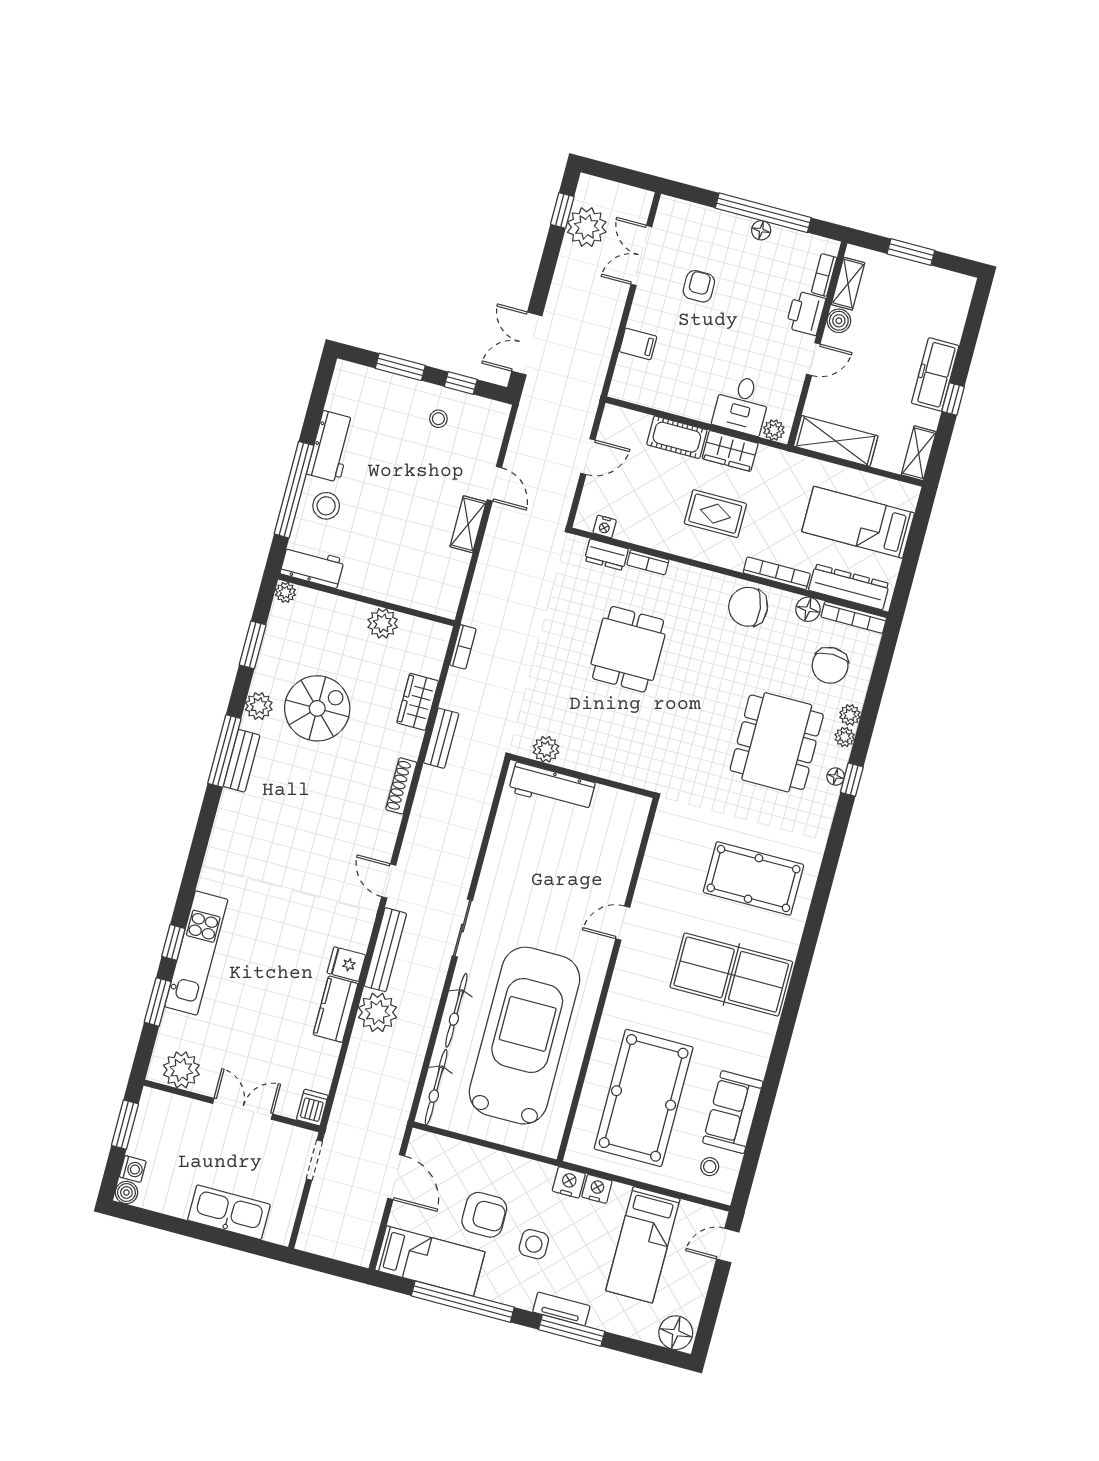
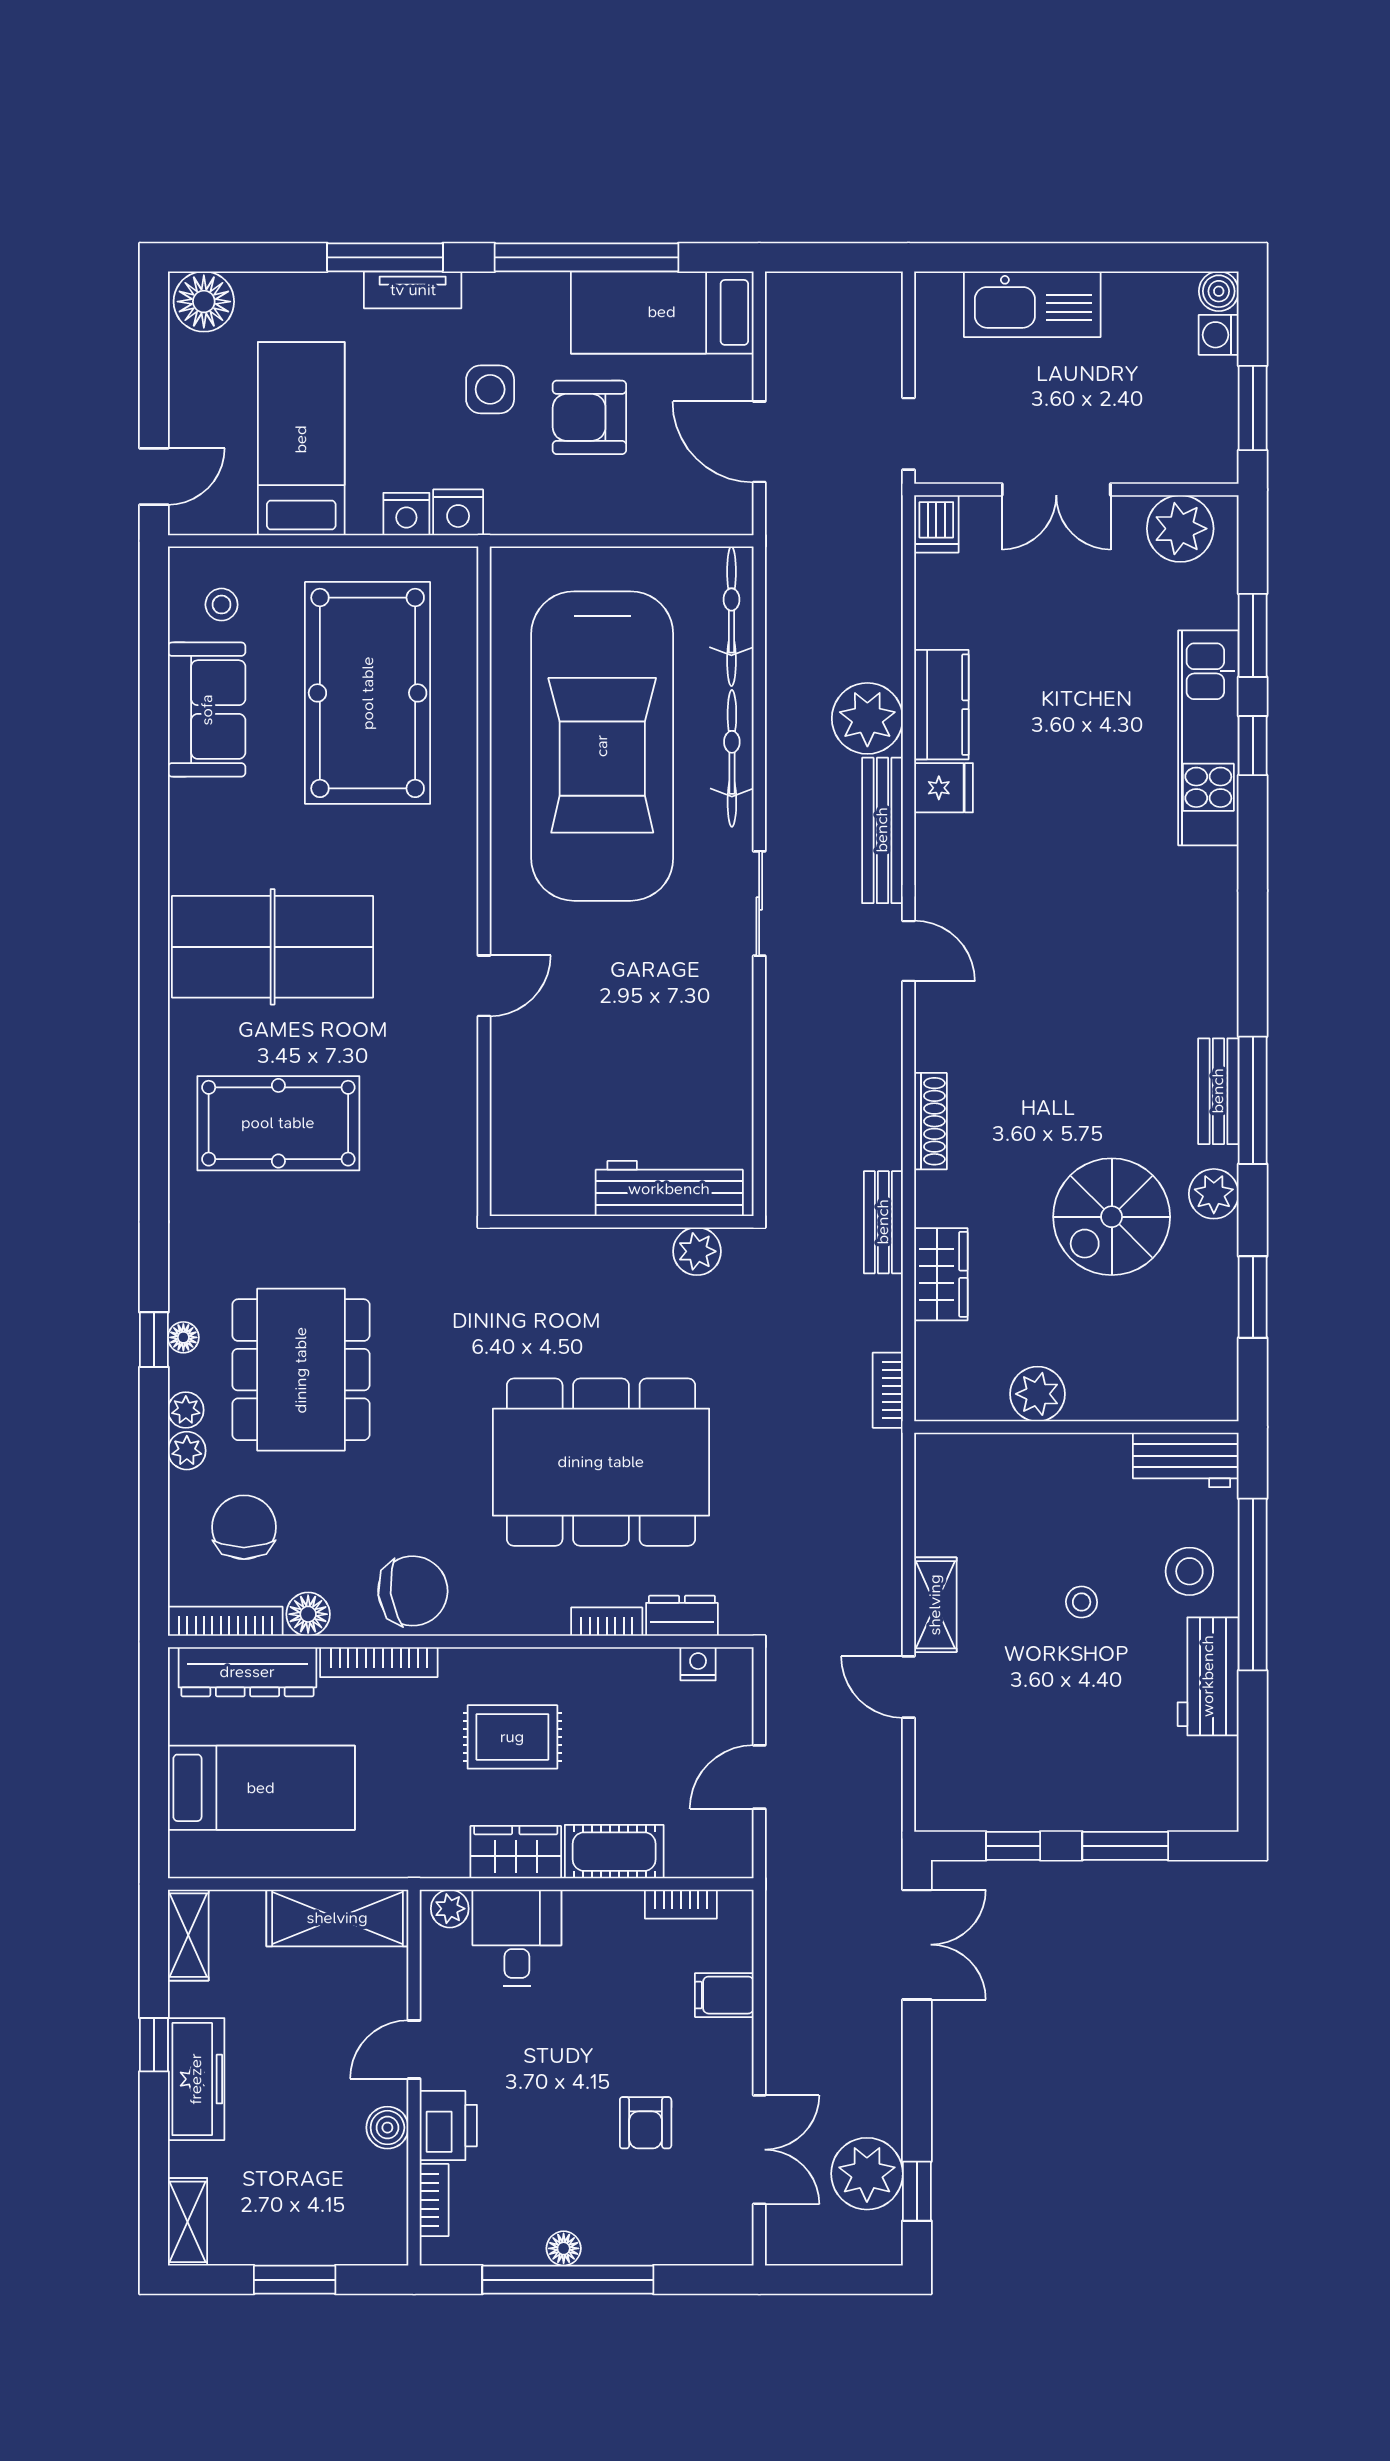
shelving: (848, 284) -> (188, 2222), moved
bookcase: (648, 399) -> (681, 1904), added
stool: (438, 419) -> (1082, 1602), moved
plant: (285, 592) -> (1220, 1403), removed
dining table: (628, 649) -> (601, 1462), width x1.88, depth x1.24

